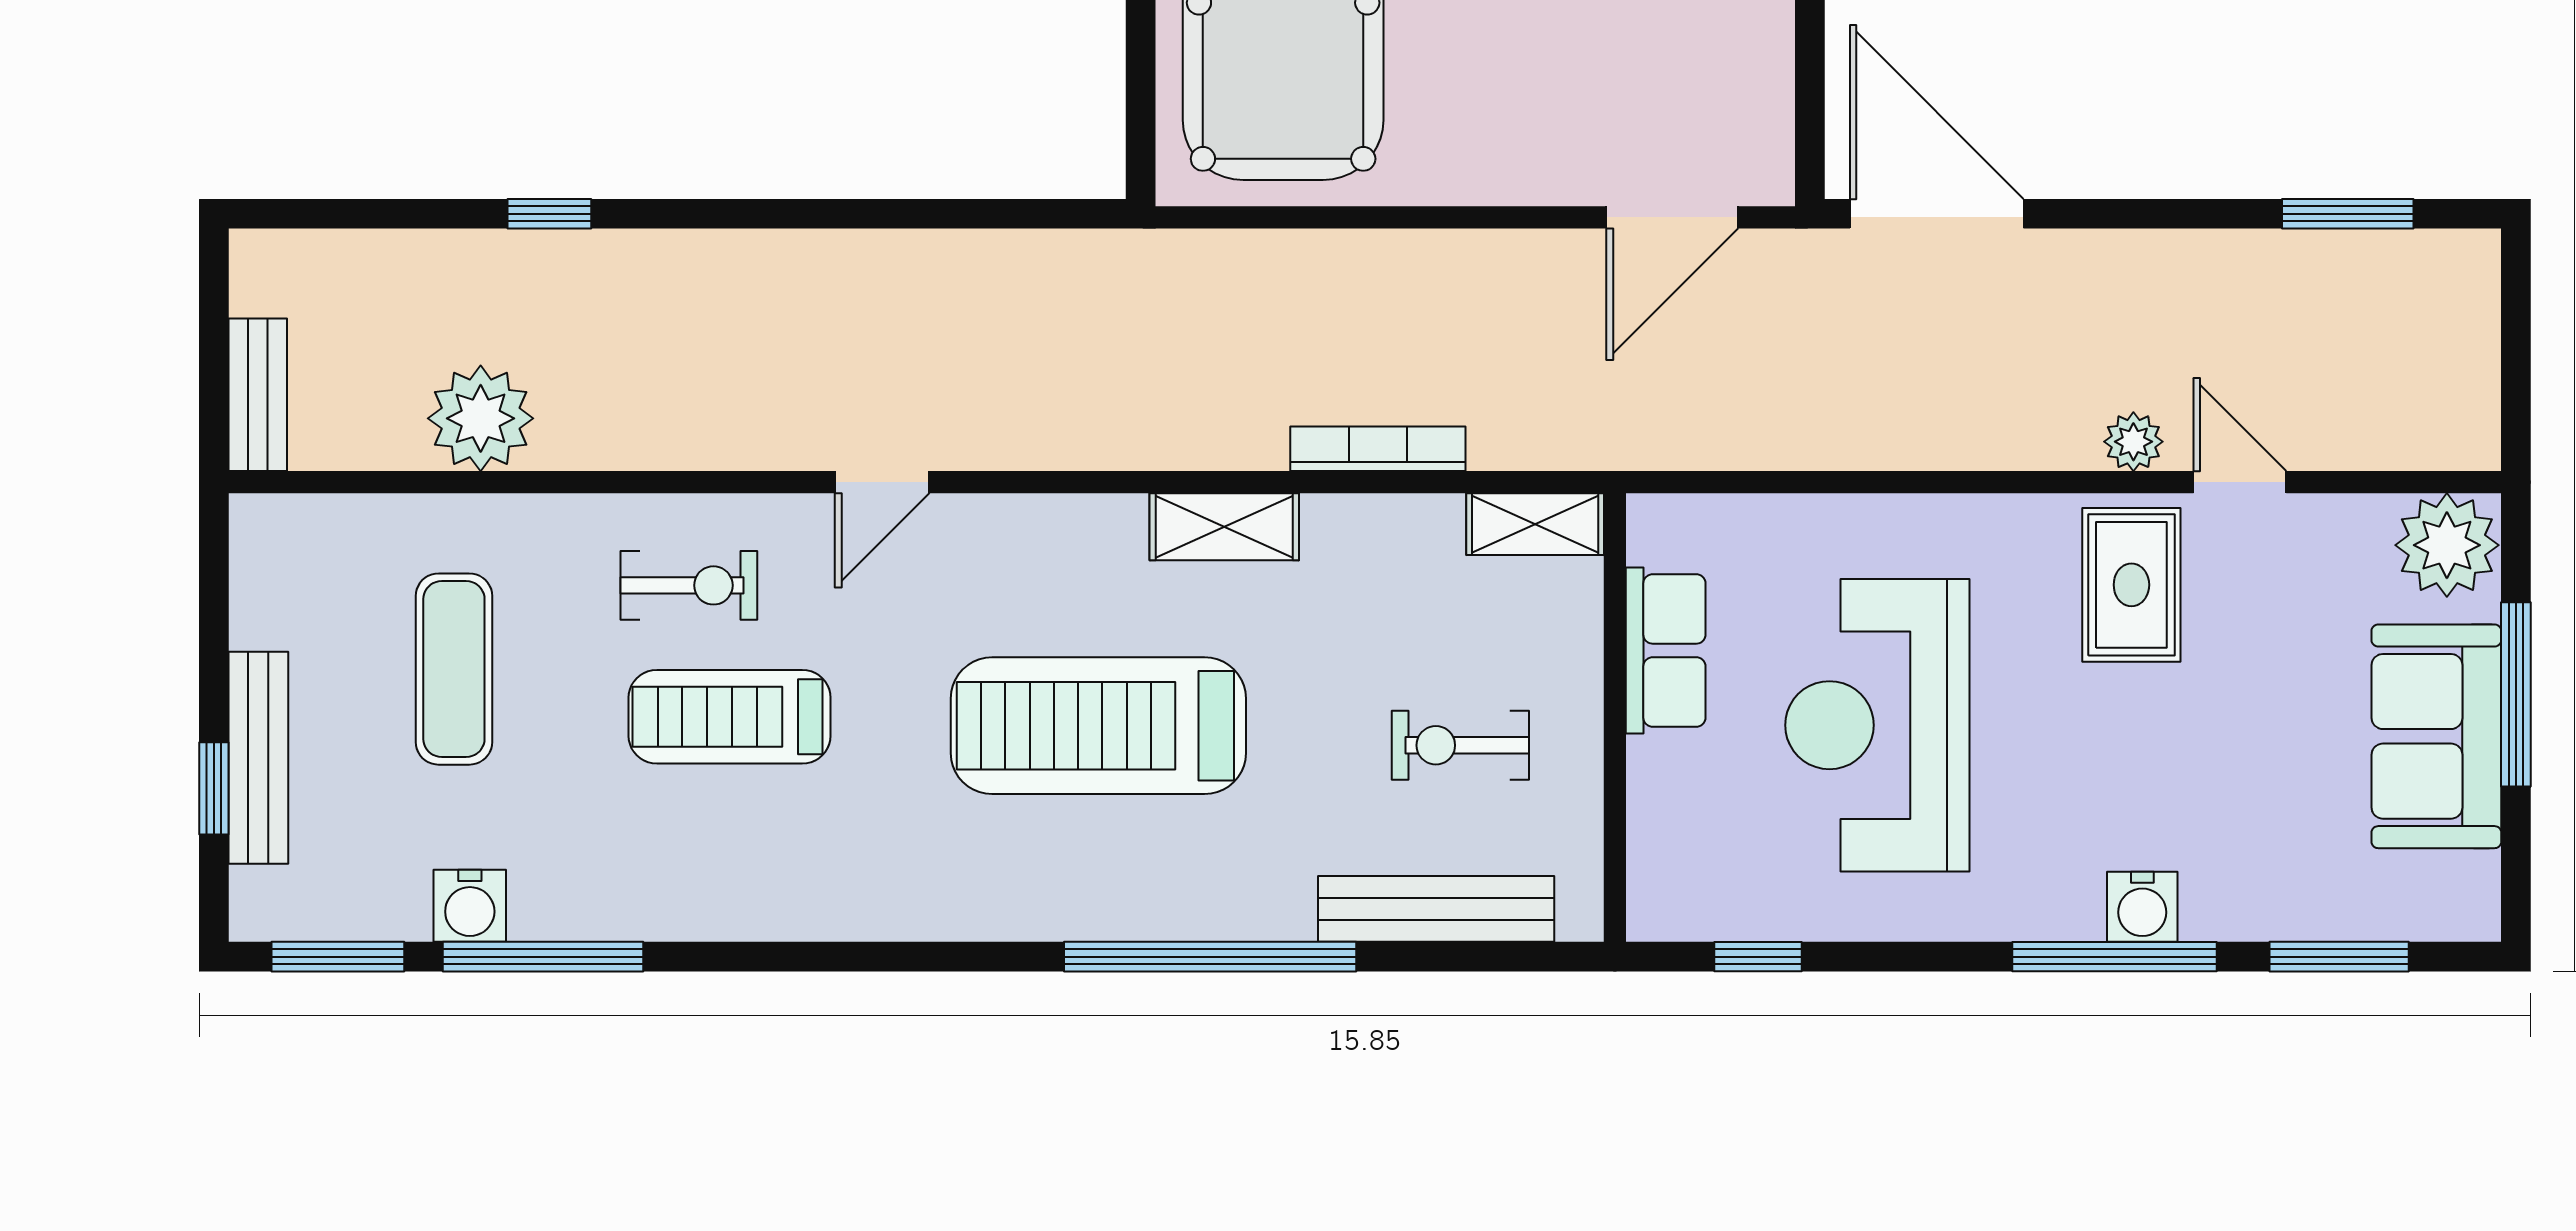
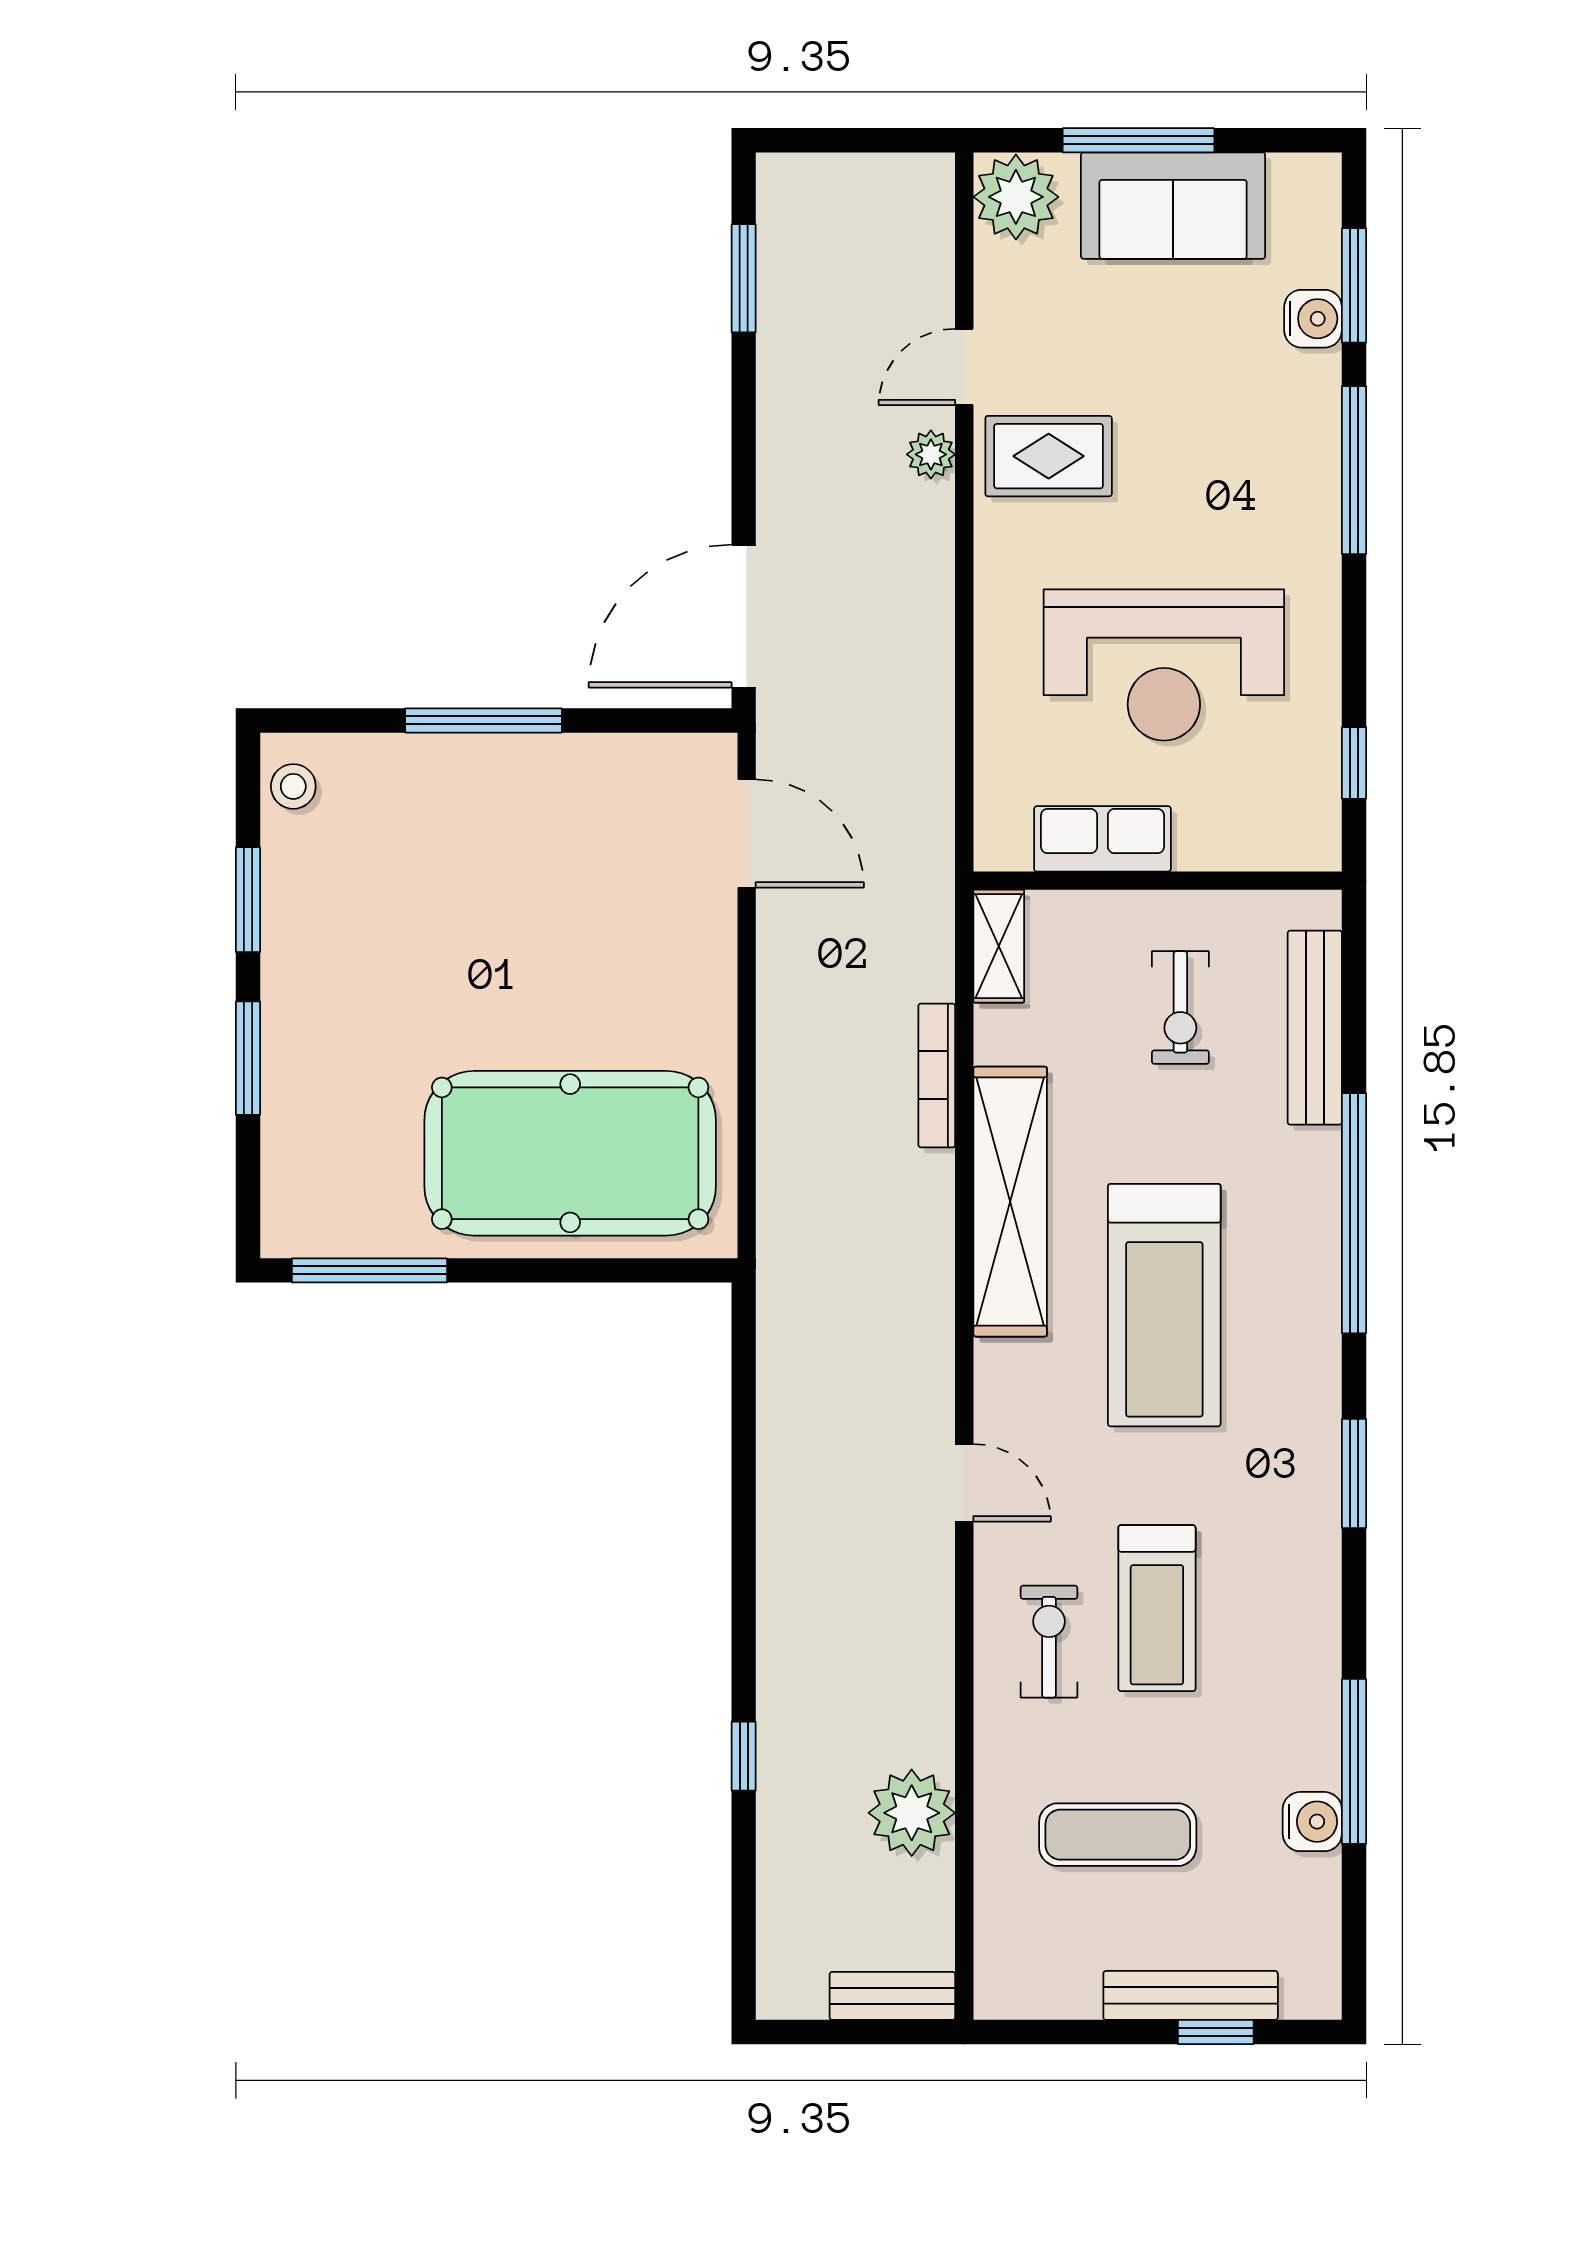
shelving: (1224, 527) -> (1010, 1202), width x2.20, depth x1.33
water cooler: (2142, 907) -> (1313, 319), moved
window: (338, 957) -> (1354, 1474), moved

